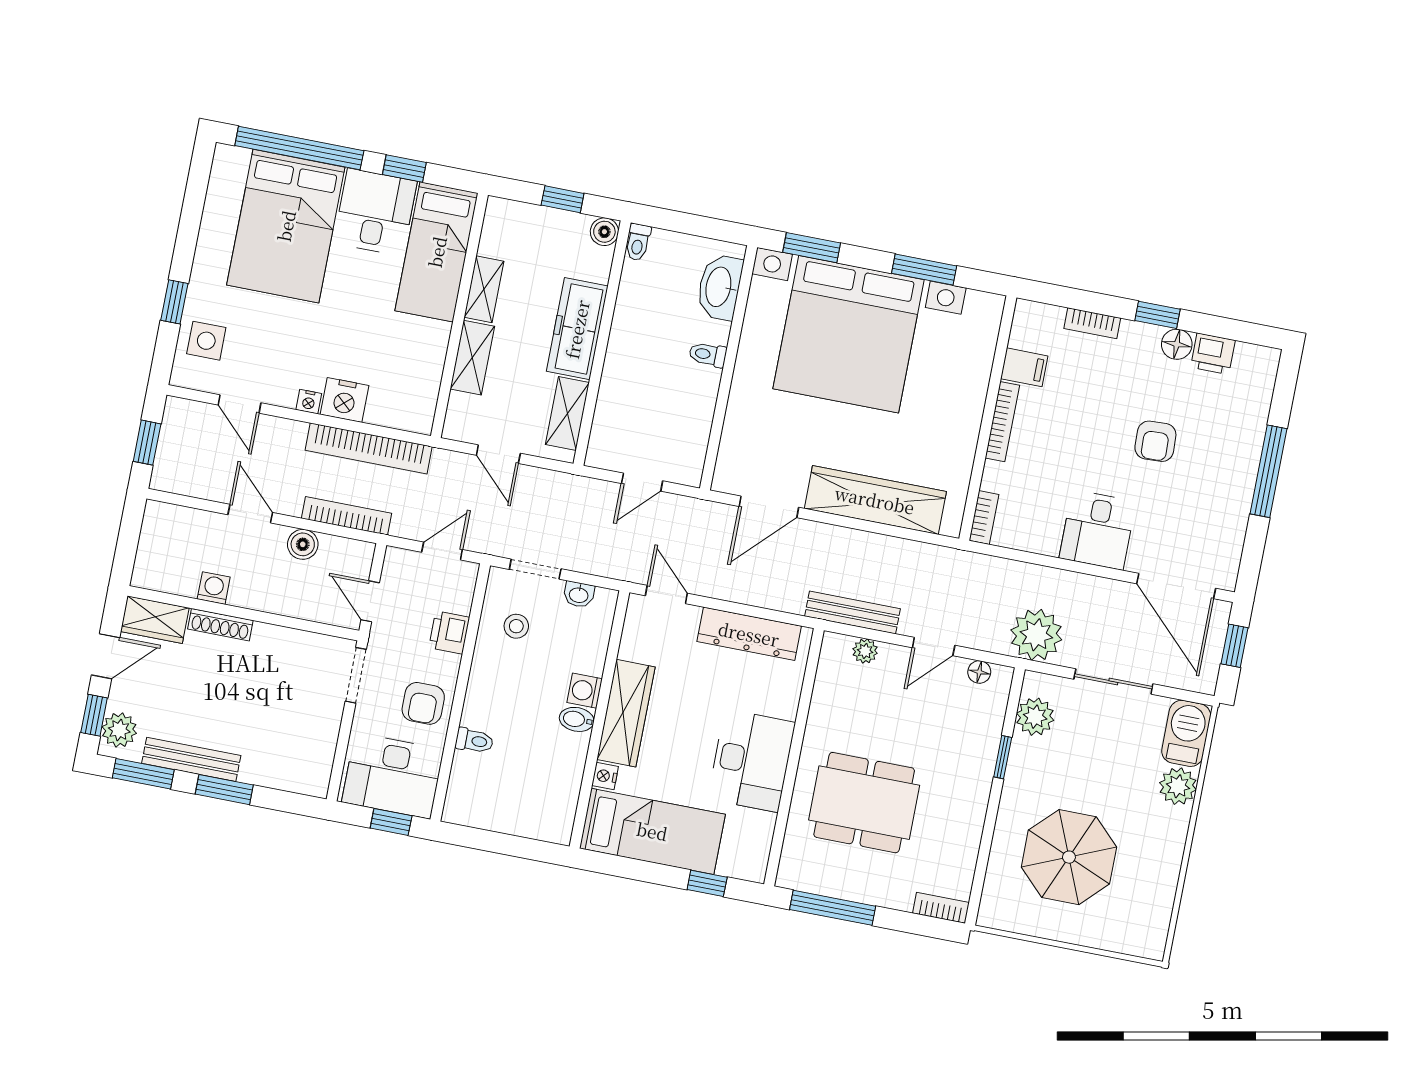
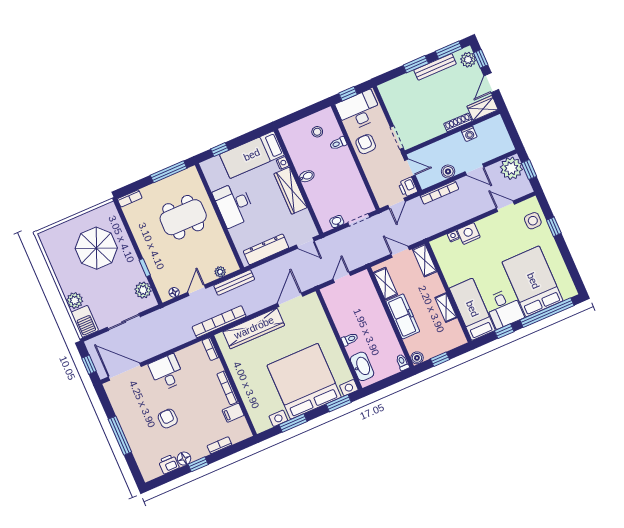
shelving: (472, 358) -> (425, 260), moved
nightstand: (309, 402) -> (453, 236), moved
bookcase: (369, 448) -> (219, 322), moved
stool: (516, 626) -> (317, 132), moved
printer: (449, 632) -> (408, 187), moved, turned 180
plant: (1036, 635) -> (511, 168), moved
washing machine: (585, 691) -> (311, 188), removed

